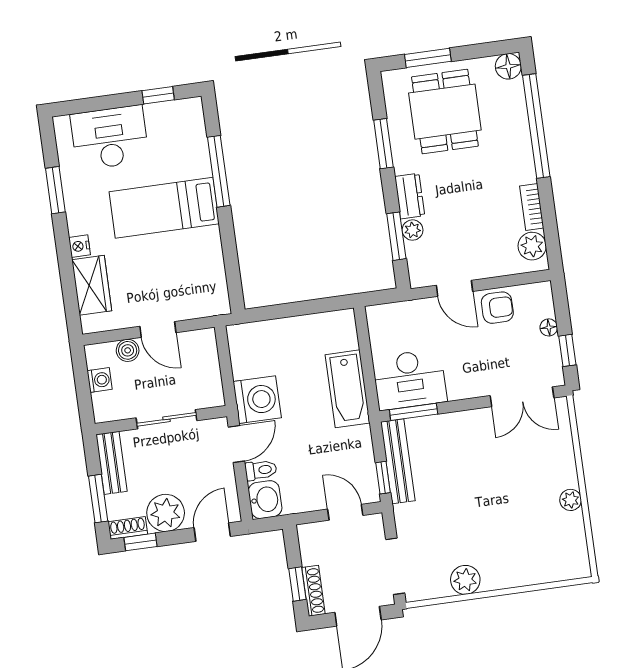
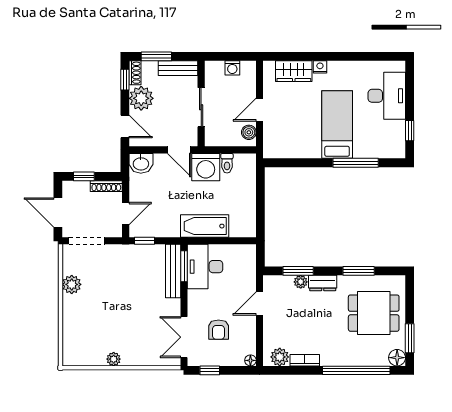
window: (428, 58) -> (410, 338), moved
window: (55, 190) -> (358, 56), removed
armchair: (497, 308) -> (219, 330), moved
floor lamp: (549, 327) -> (250, 360), moved
boiler: (128, 350) -> (249, 132), moved
bench: (398, 461) -> (173, 271), moved, turned 90
toilet: (261, 470) -> (227, 163), moved
shoe rack: (313, 591) -> (106, 186), moved

